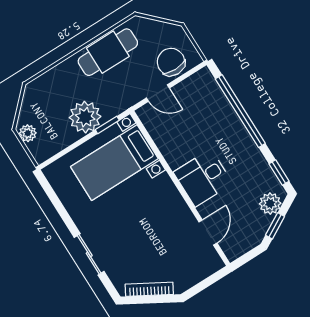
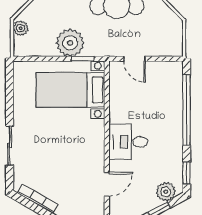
chair: (171, 62) -> (158, 42), removed

